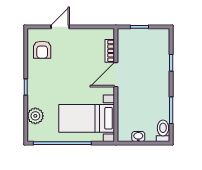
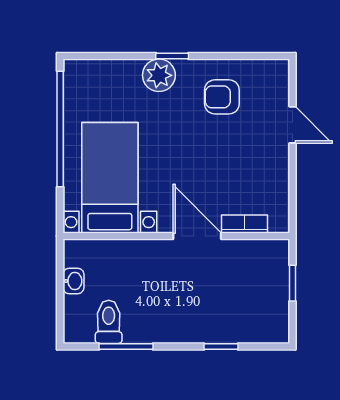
armchair: (42, 50) -> (222, 97), moved
plant: (35, 116) -> (159, 75), moved
toilet: (163, 131) -> (109, 322), moved, turned -90

